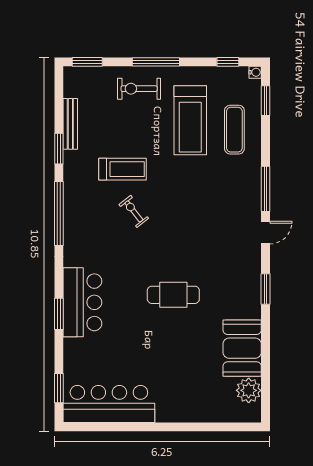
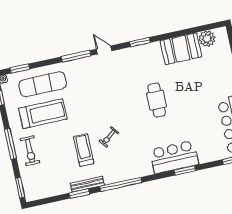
bench: (70, 124) -> (87, 184), moved
exercise mat: (234, 130) -> (43, 84), width x1.36, depth x1.45

